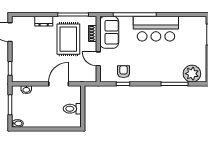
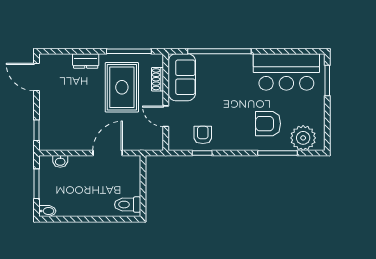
bar counter: (156, 29) -> (286, 72), moved
armchair: (168, 64) -> (268, 124), added
toilet: (72, 109) -> (128, 205), moved

